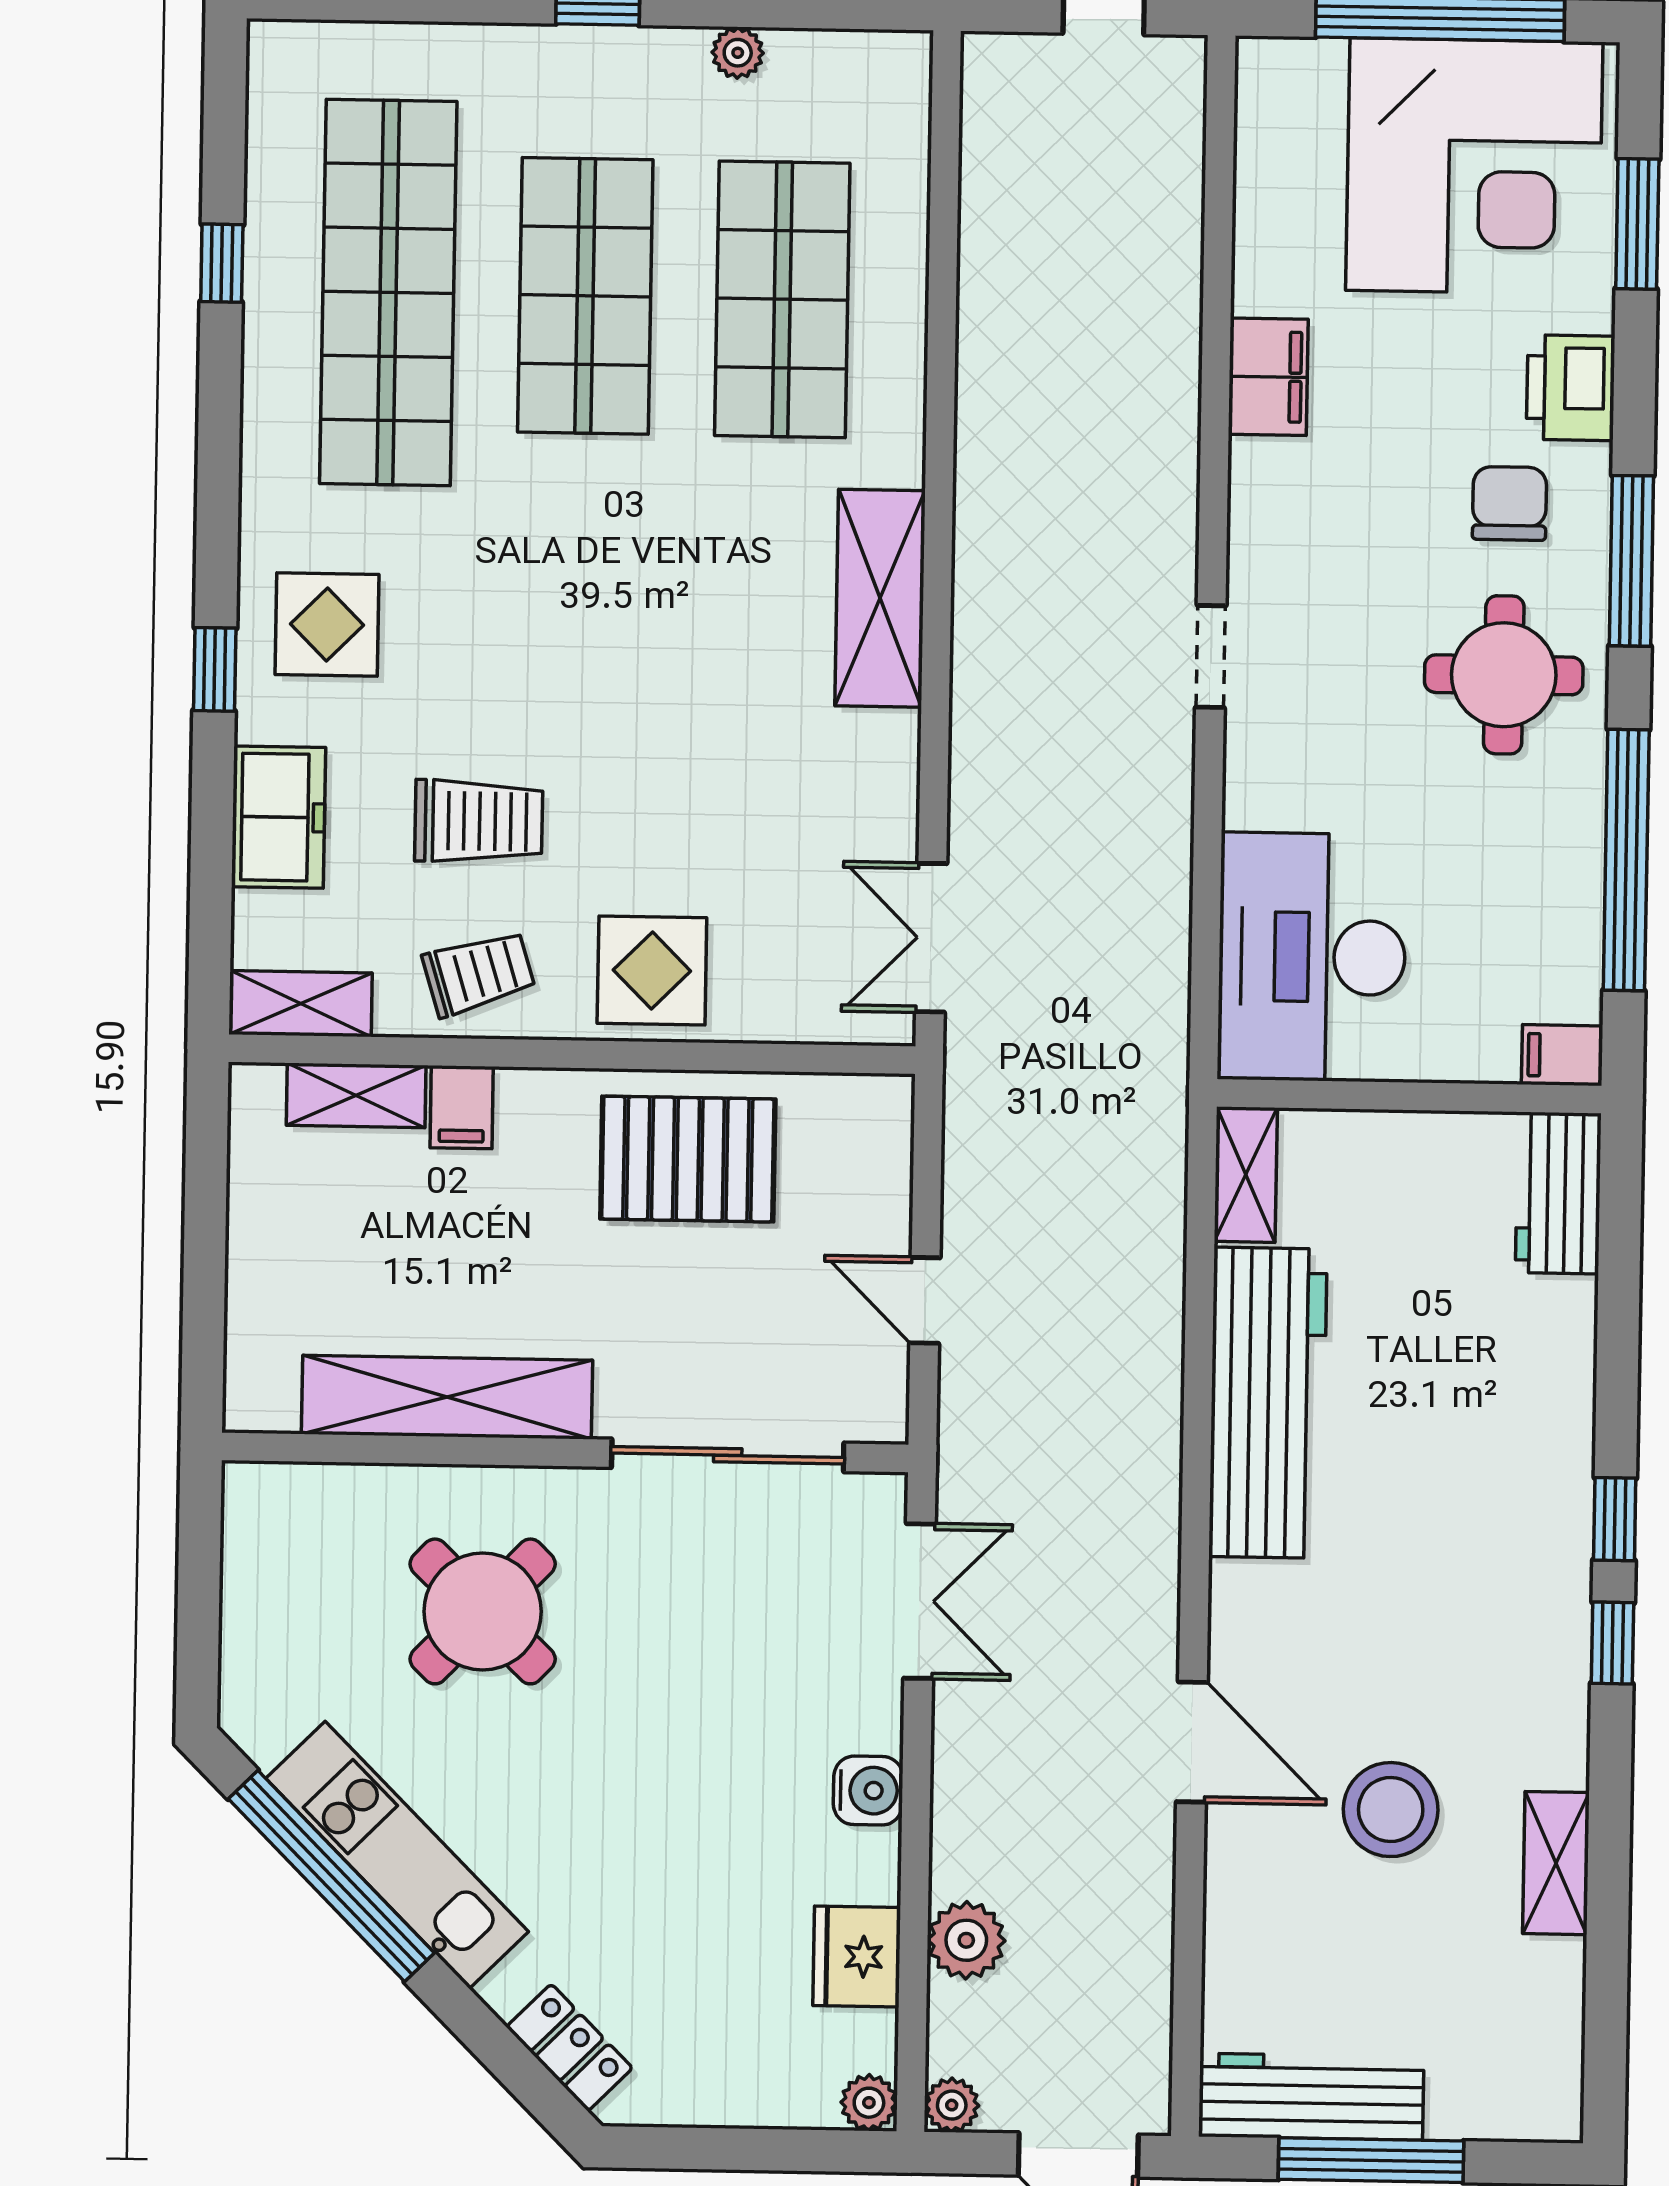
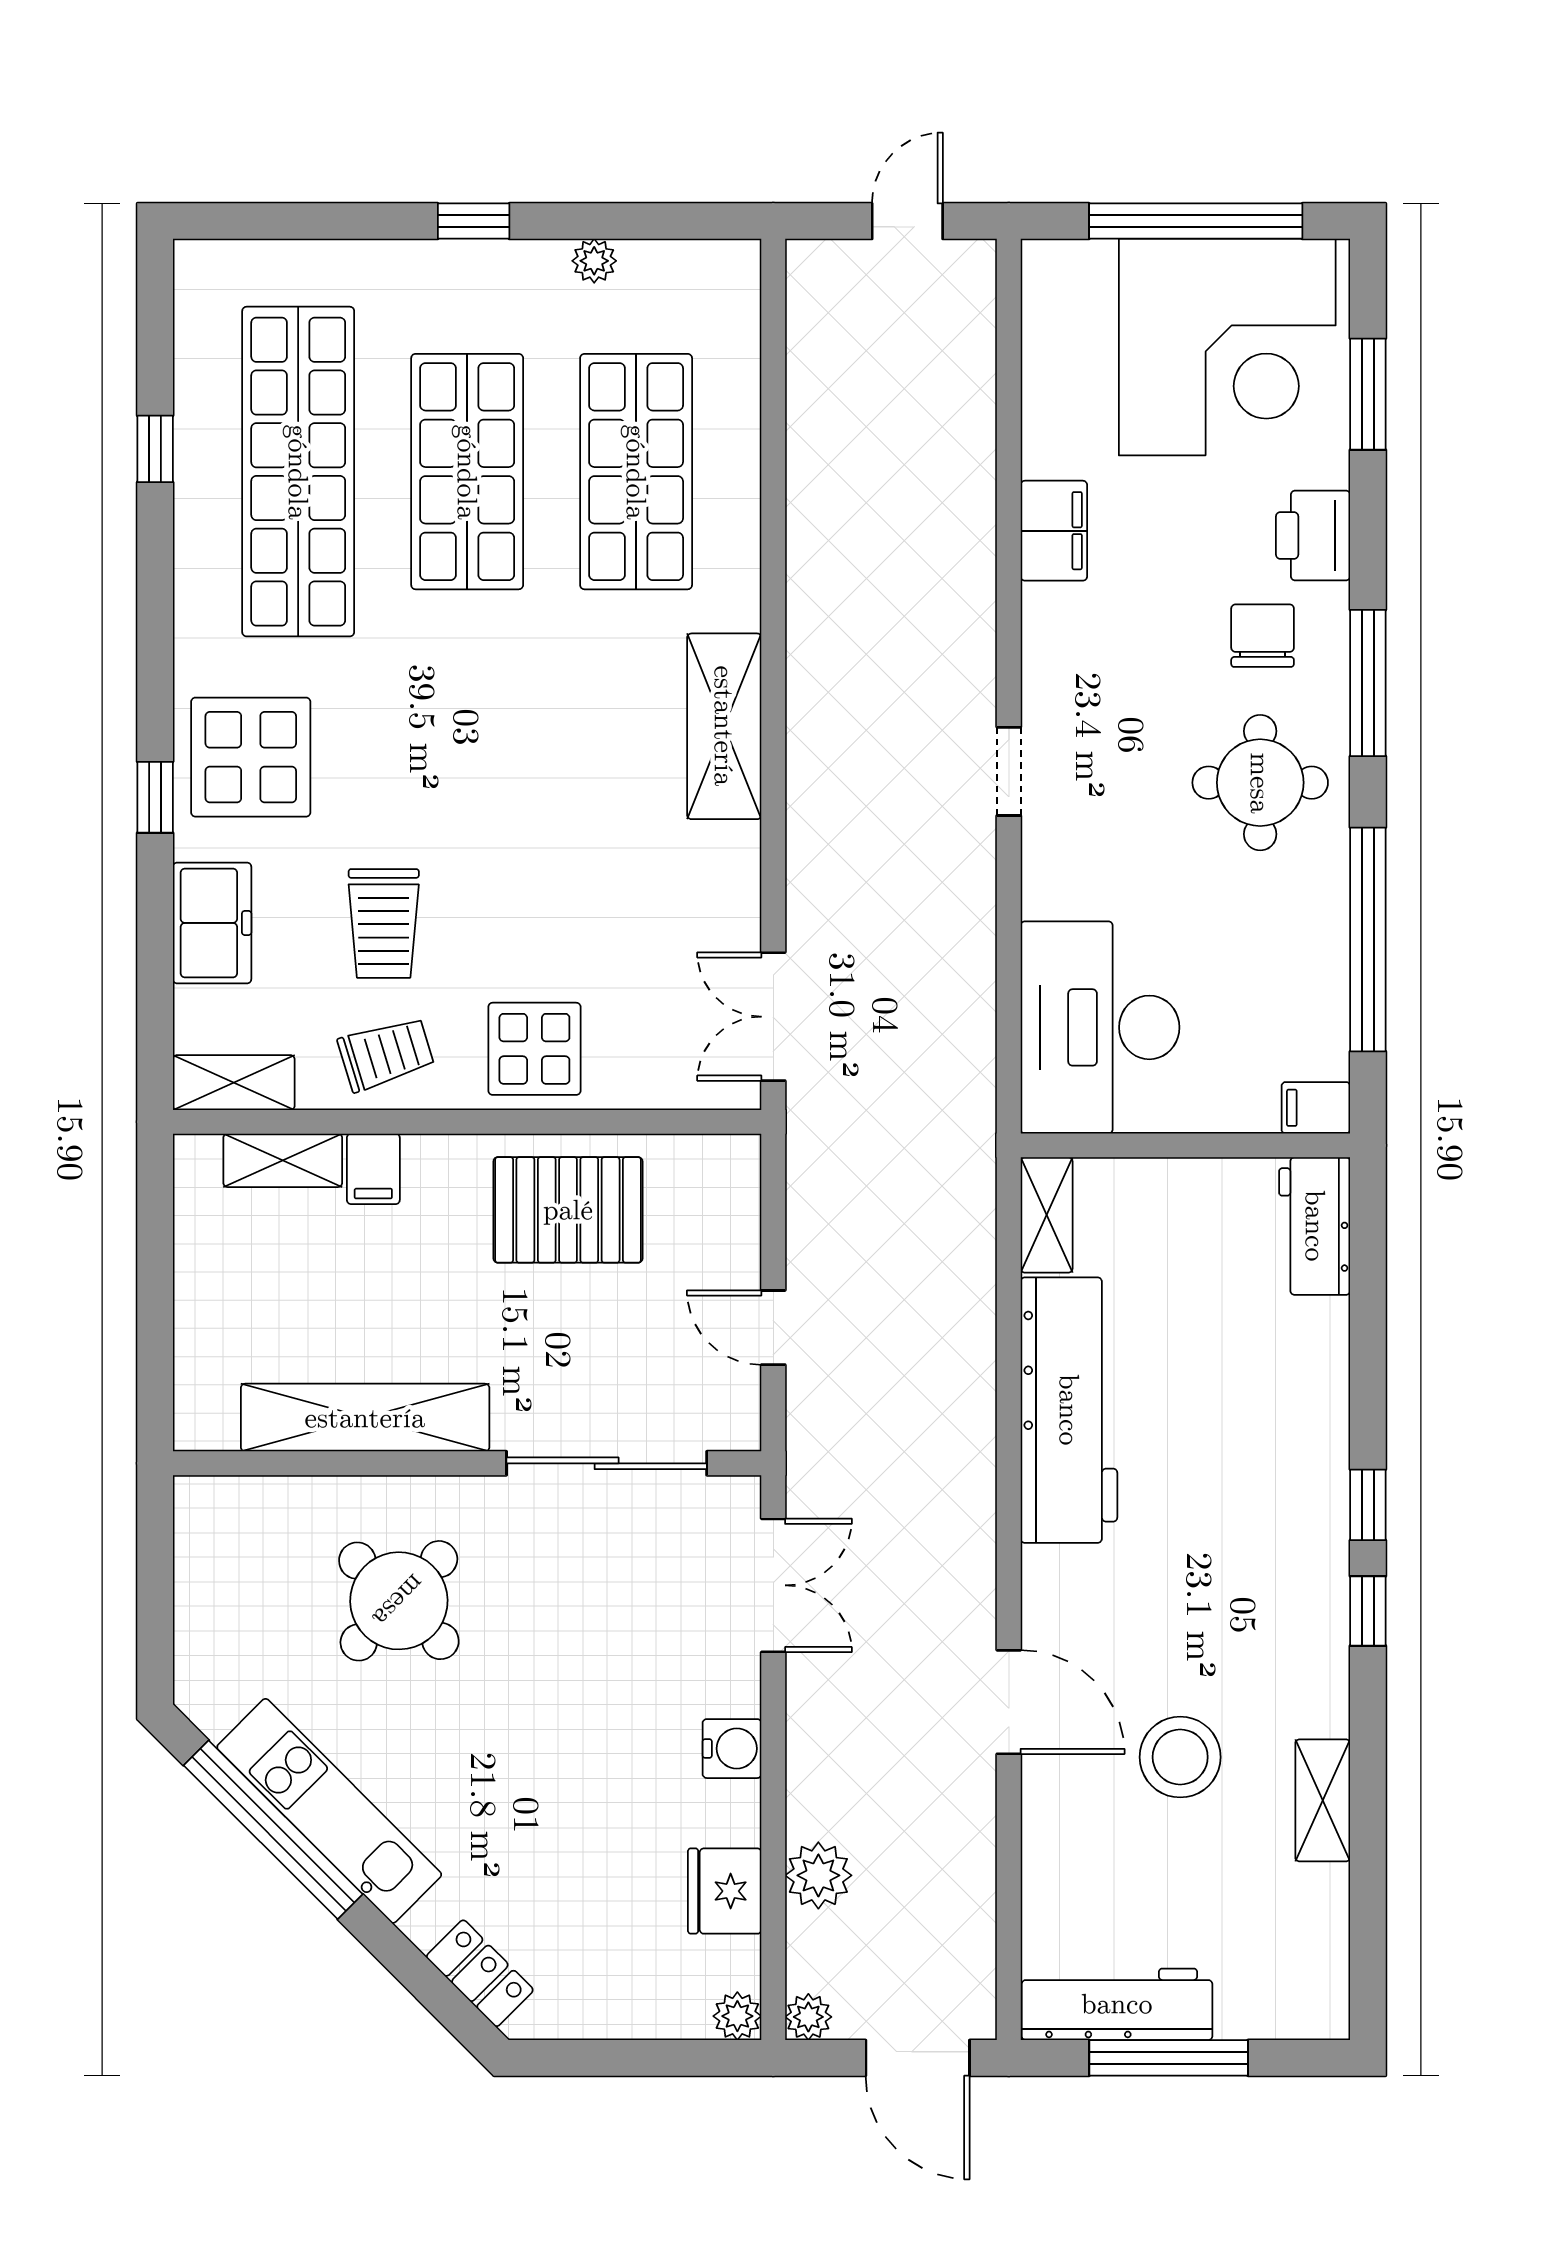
display table: (327, 625) -> (251, 757), width x1.36, depth x1.36
trolley: (479, 821) -> (384, 923), turned 90

